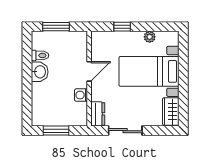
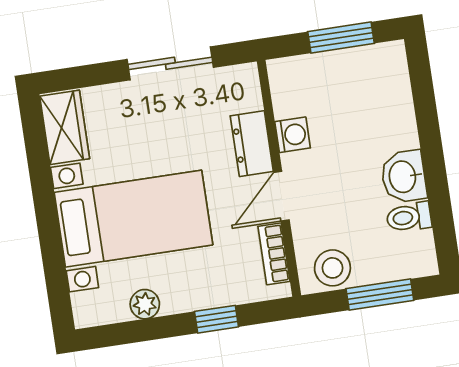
stool: (73, 40) -> (332, 268), added
bookcase: (96, 49) -> (274, 254), added
dresser: (98, 114) -> (252, 144), moved

